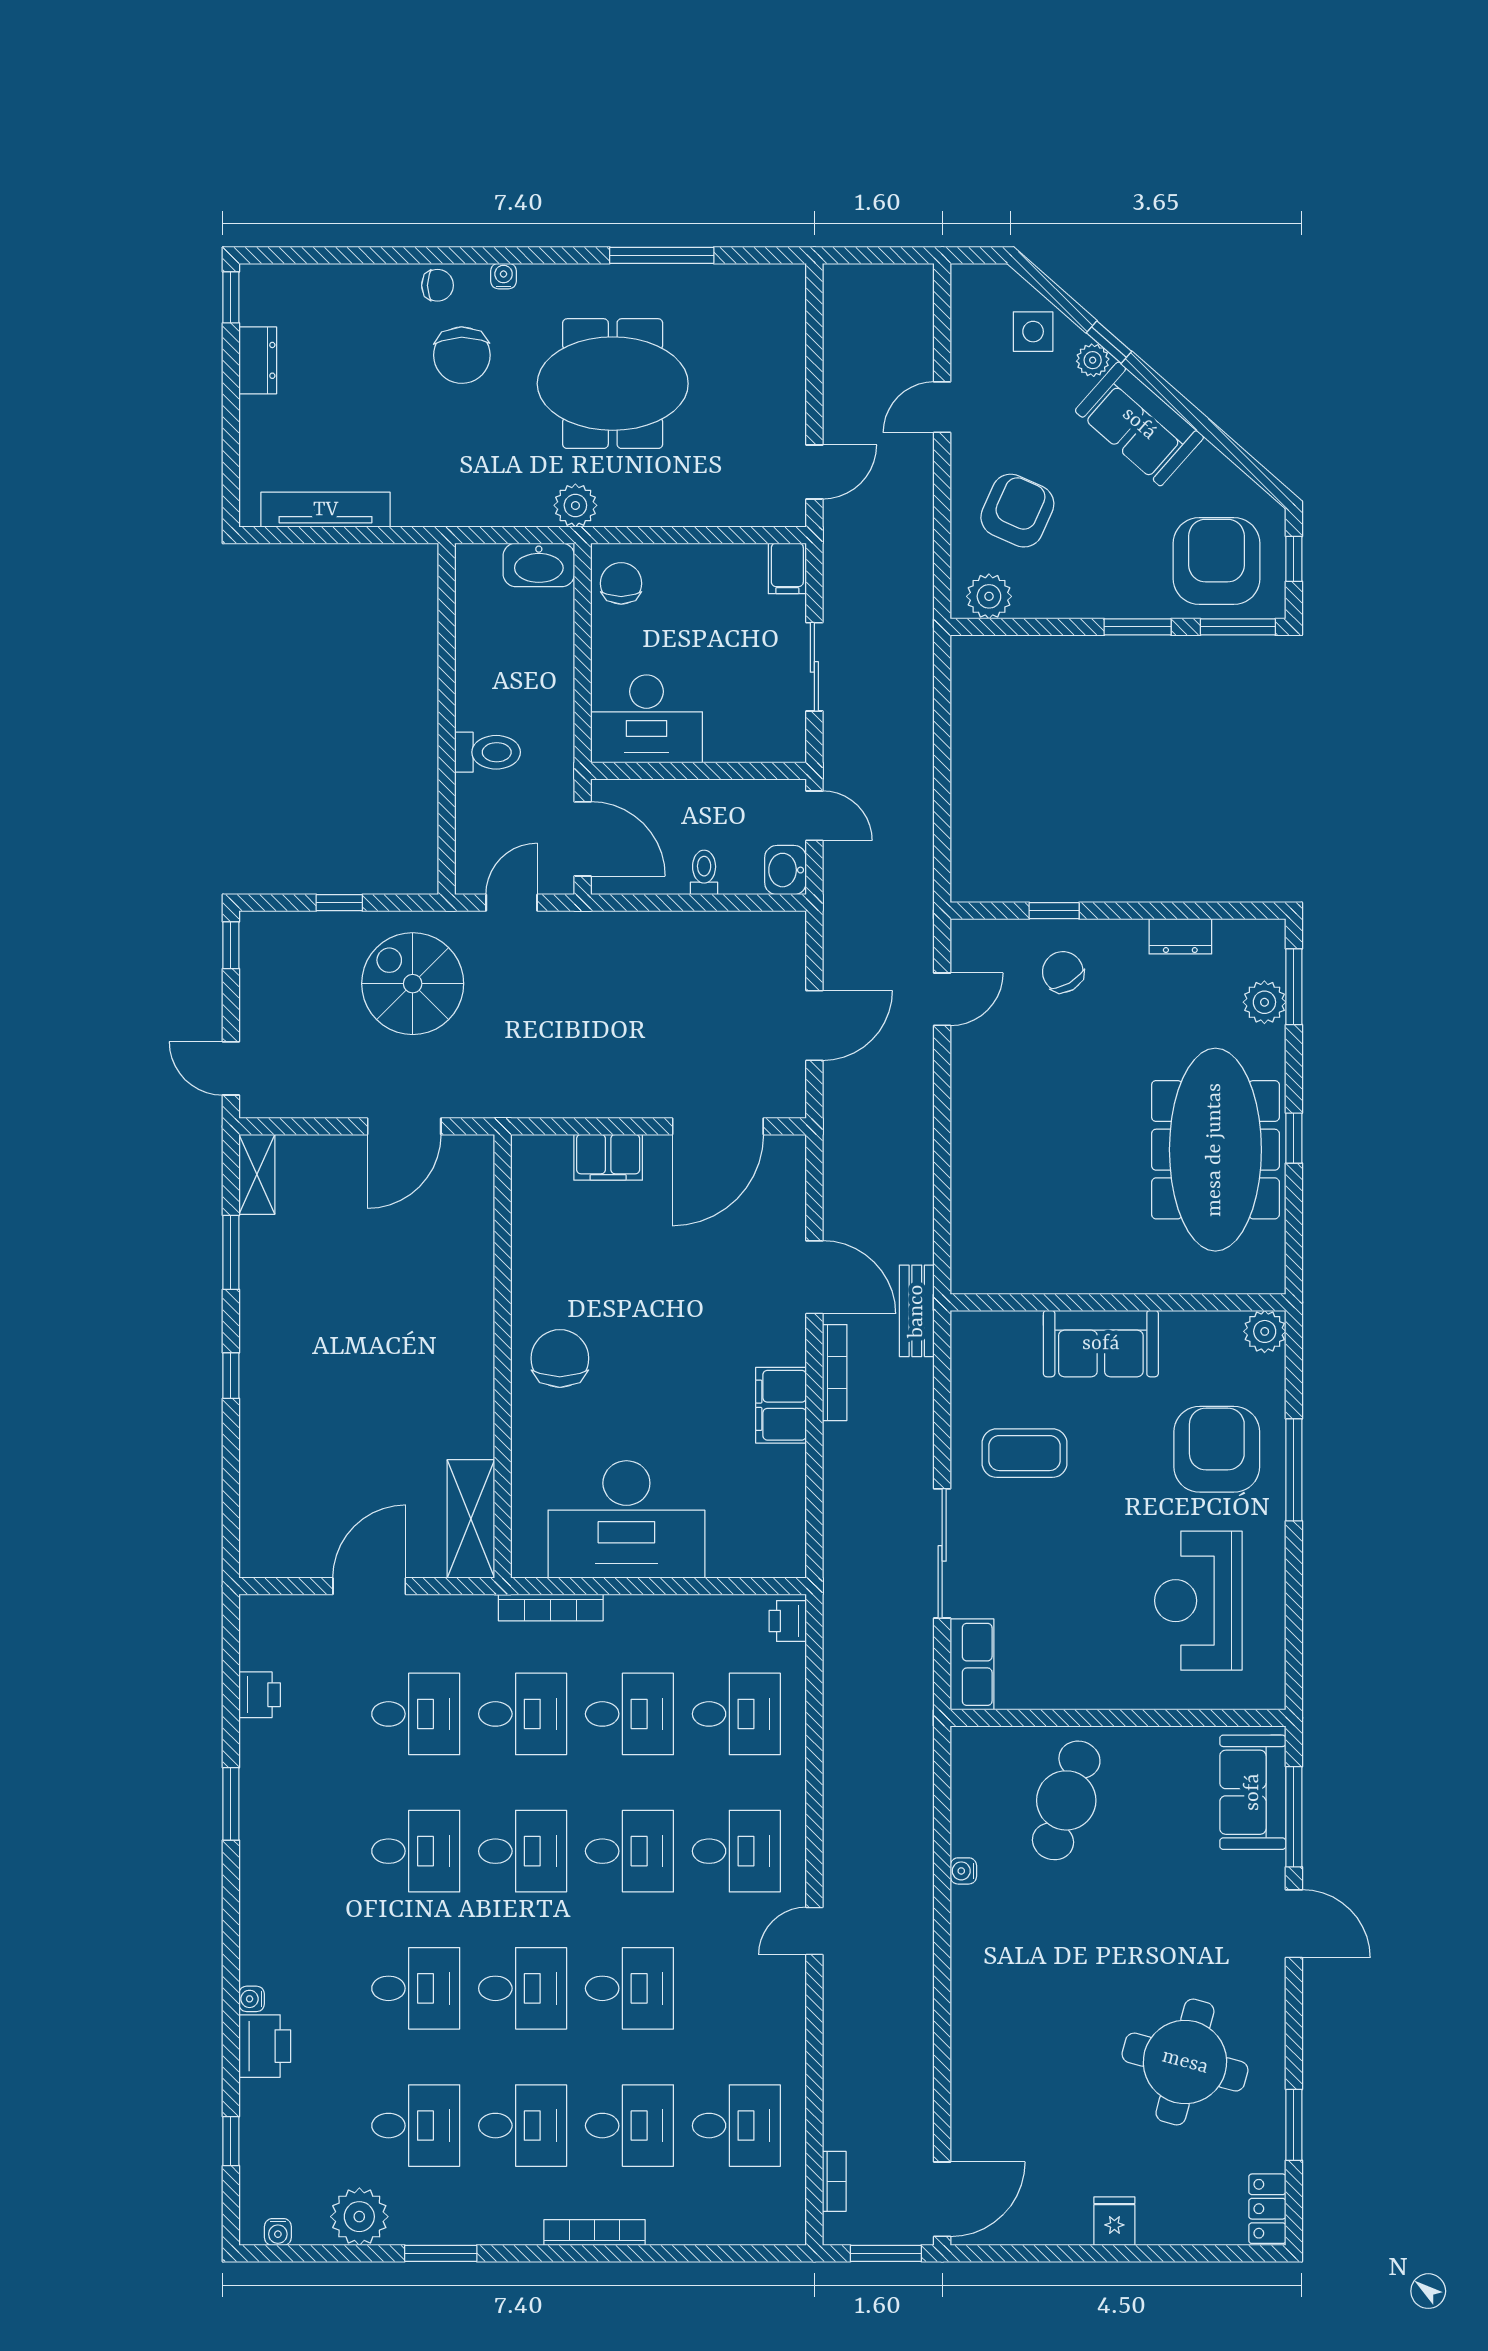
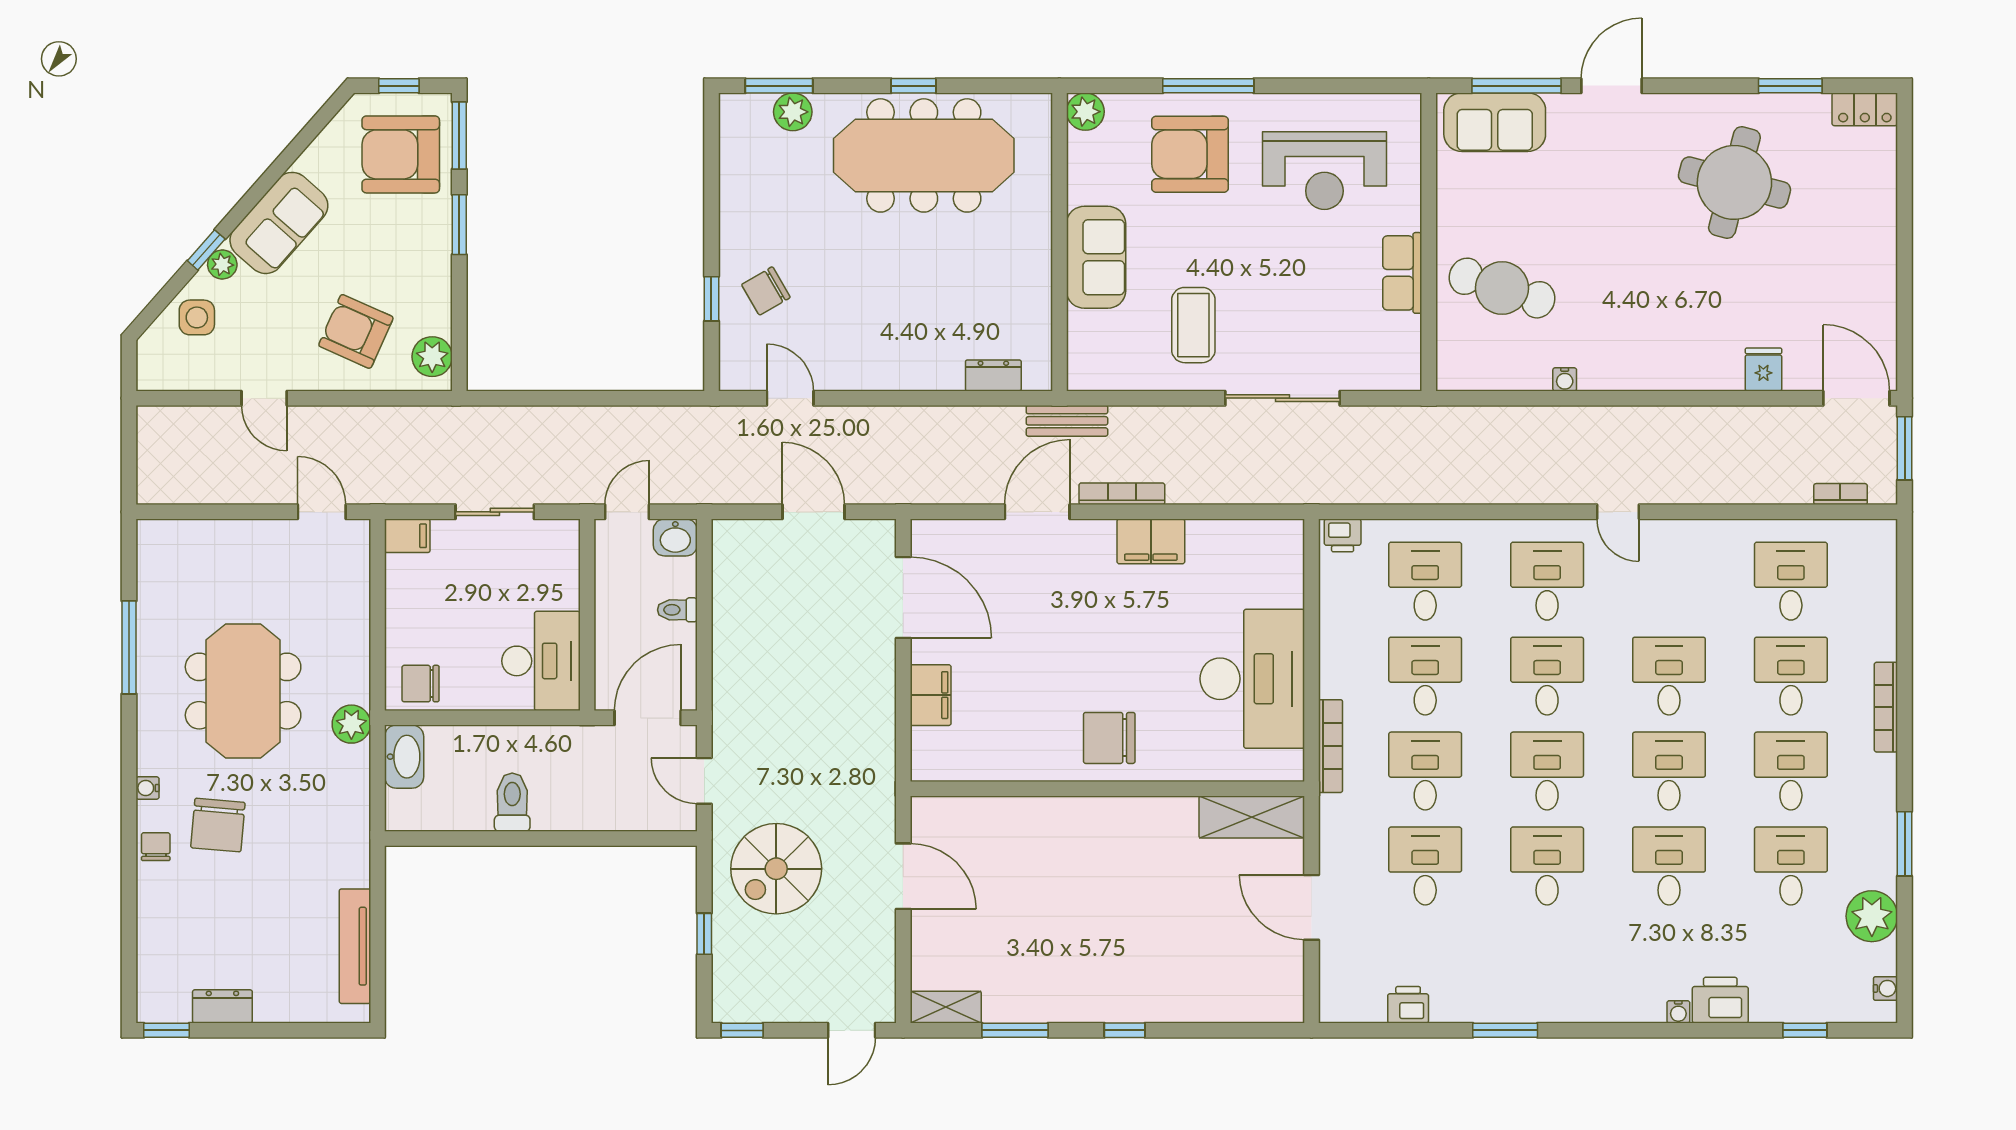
chair: (462, 355) -> (218, 825), turned 96
toilet: (488, 752) -> (512, 802), moved
dresser: (1180, 936) -> (993, 375), moved, turned -90
row of seats: (972, 1664) -> (1402, 273), moved, turned -90
fridge: (1114, 2221) -> (1763, 369), moved, turned 90

